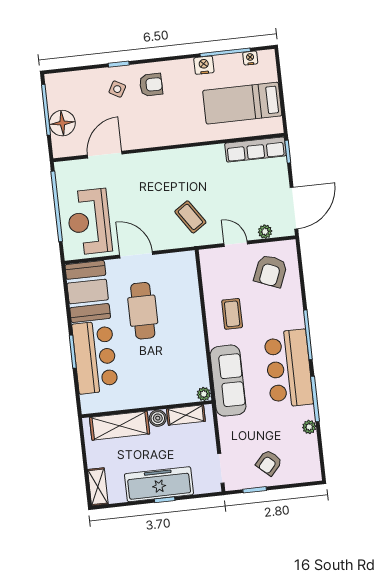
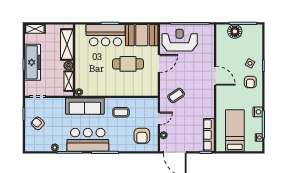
door: (105, 155) -> (215, 76), moved
armchair: (271, 271) -> (142, 136), turned -112

